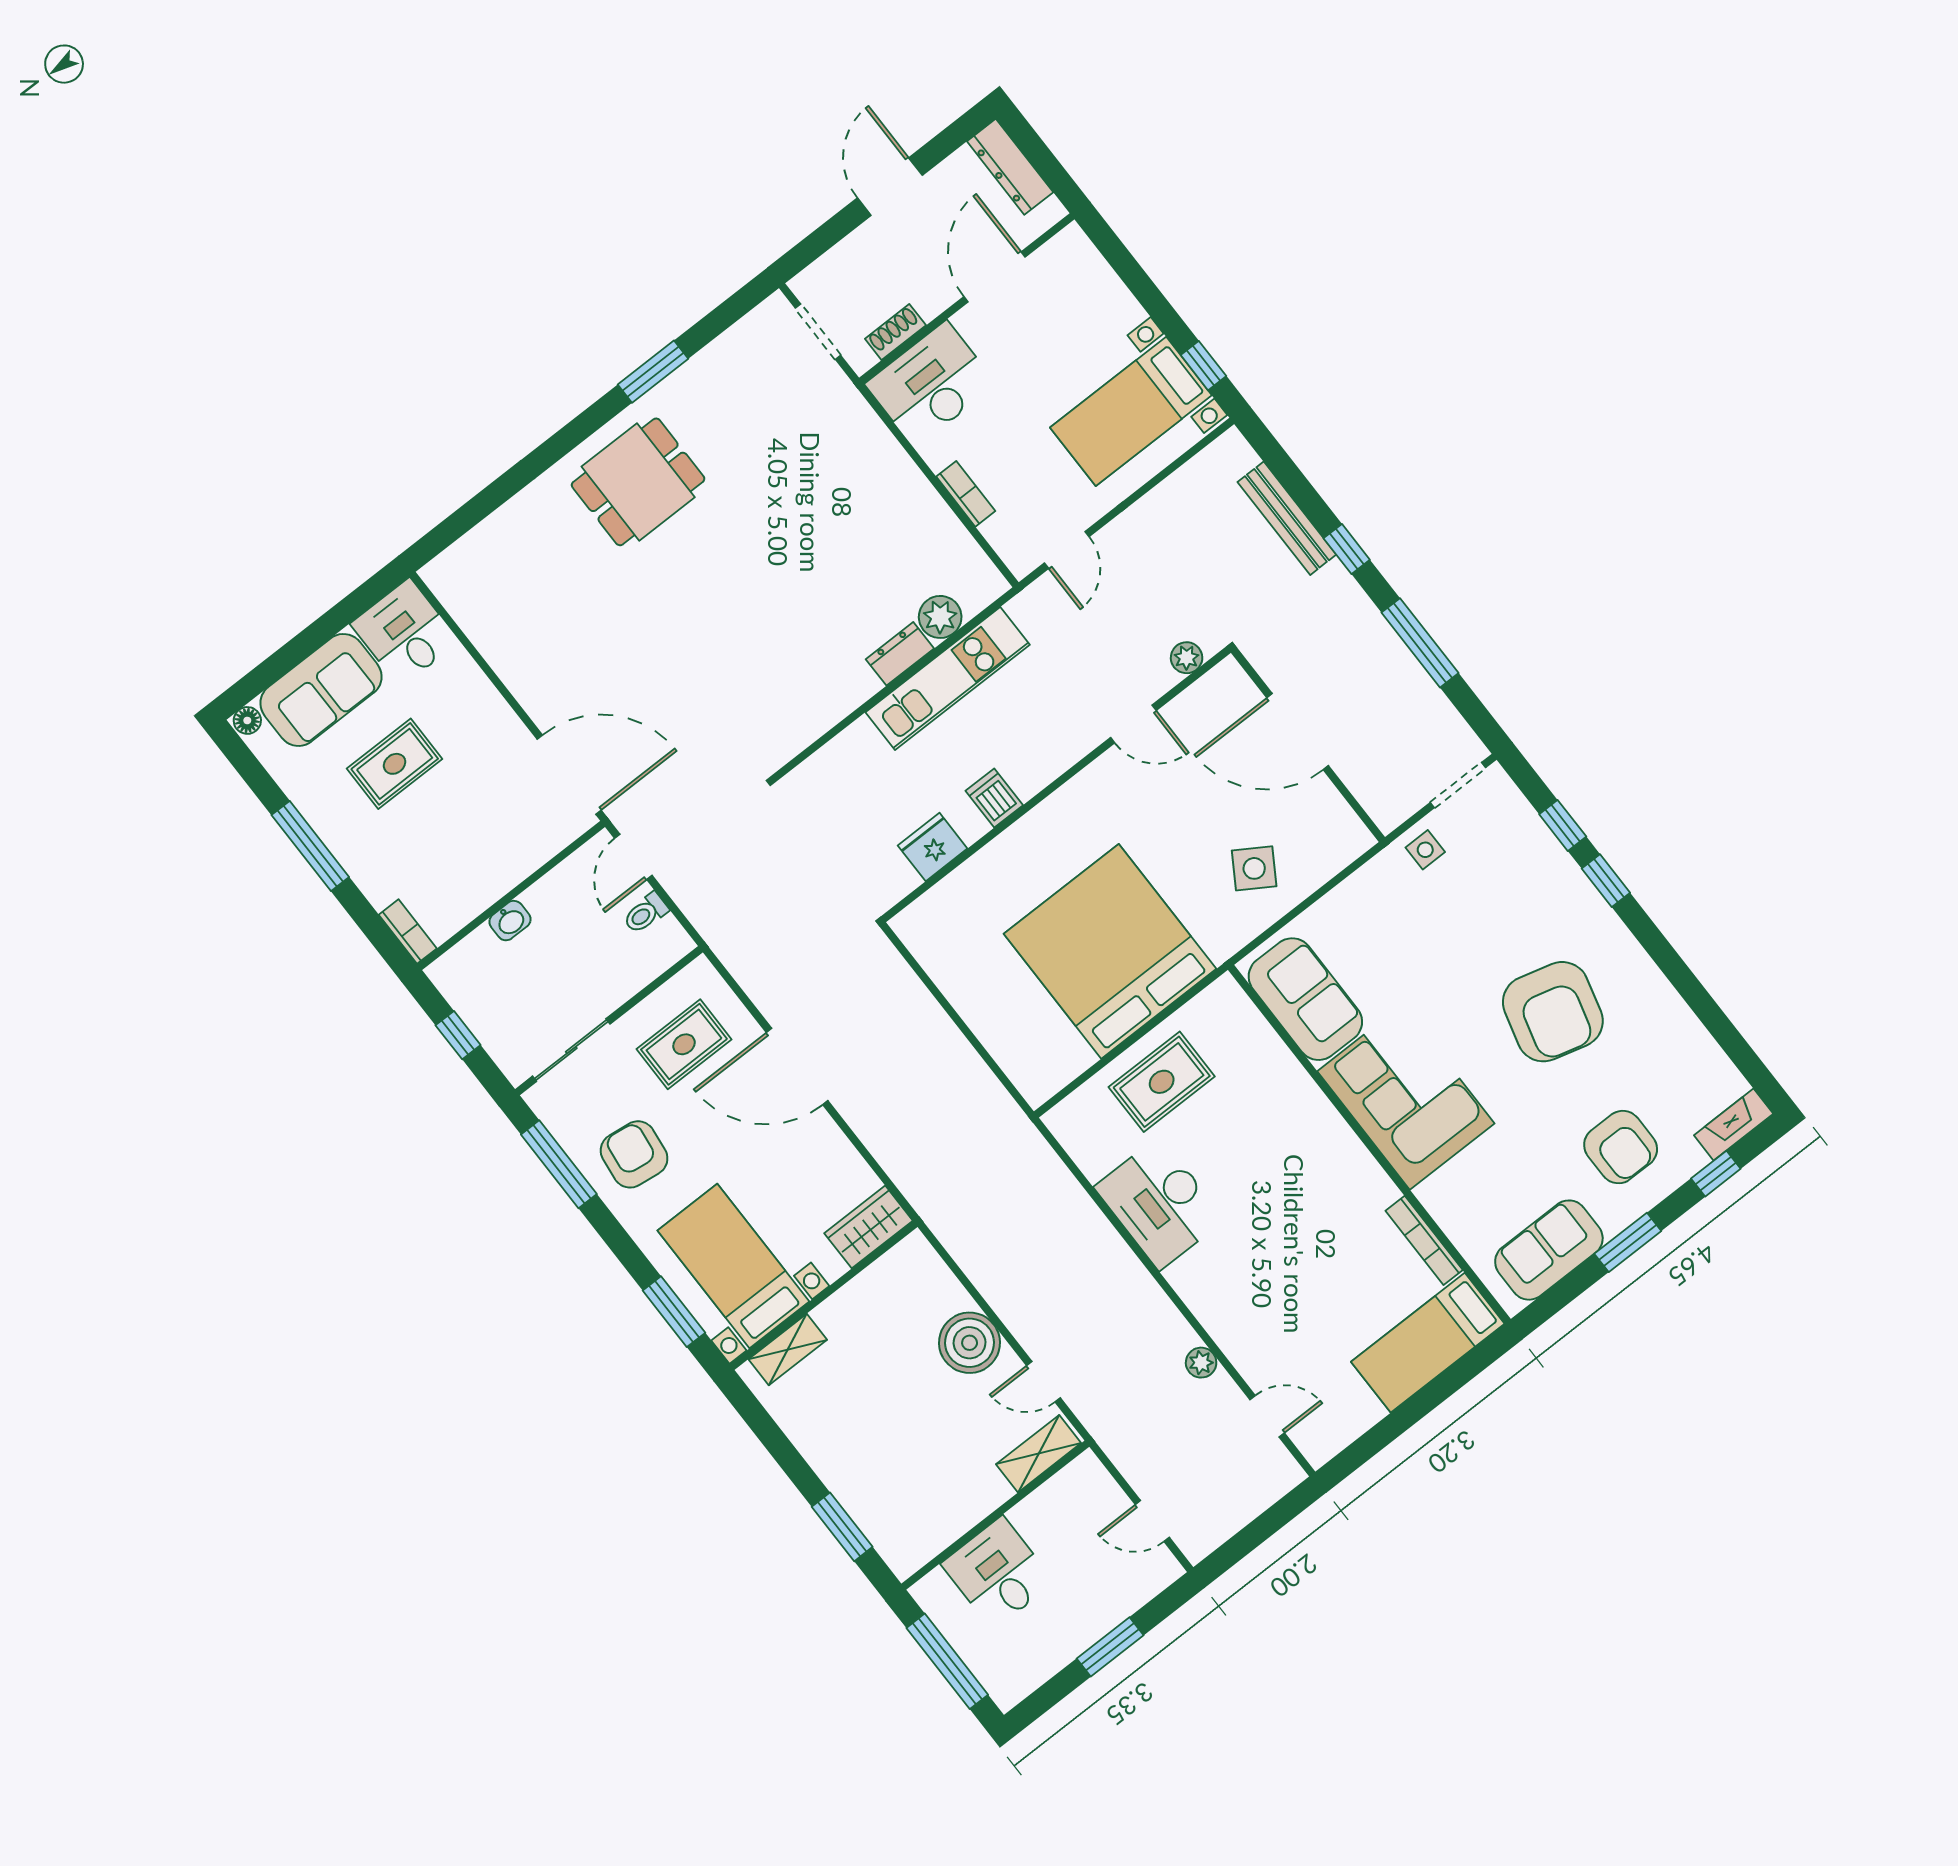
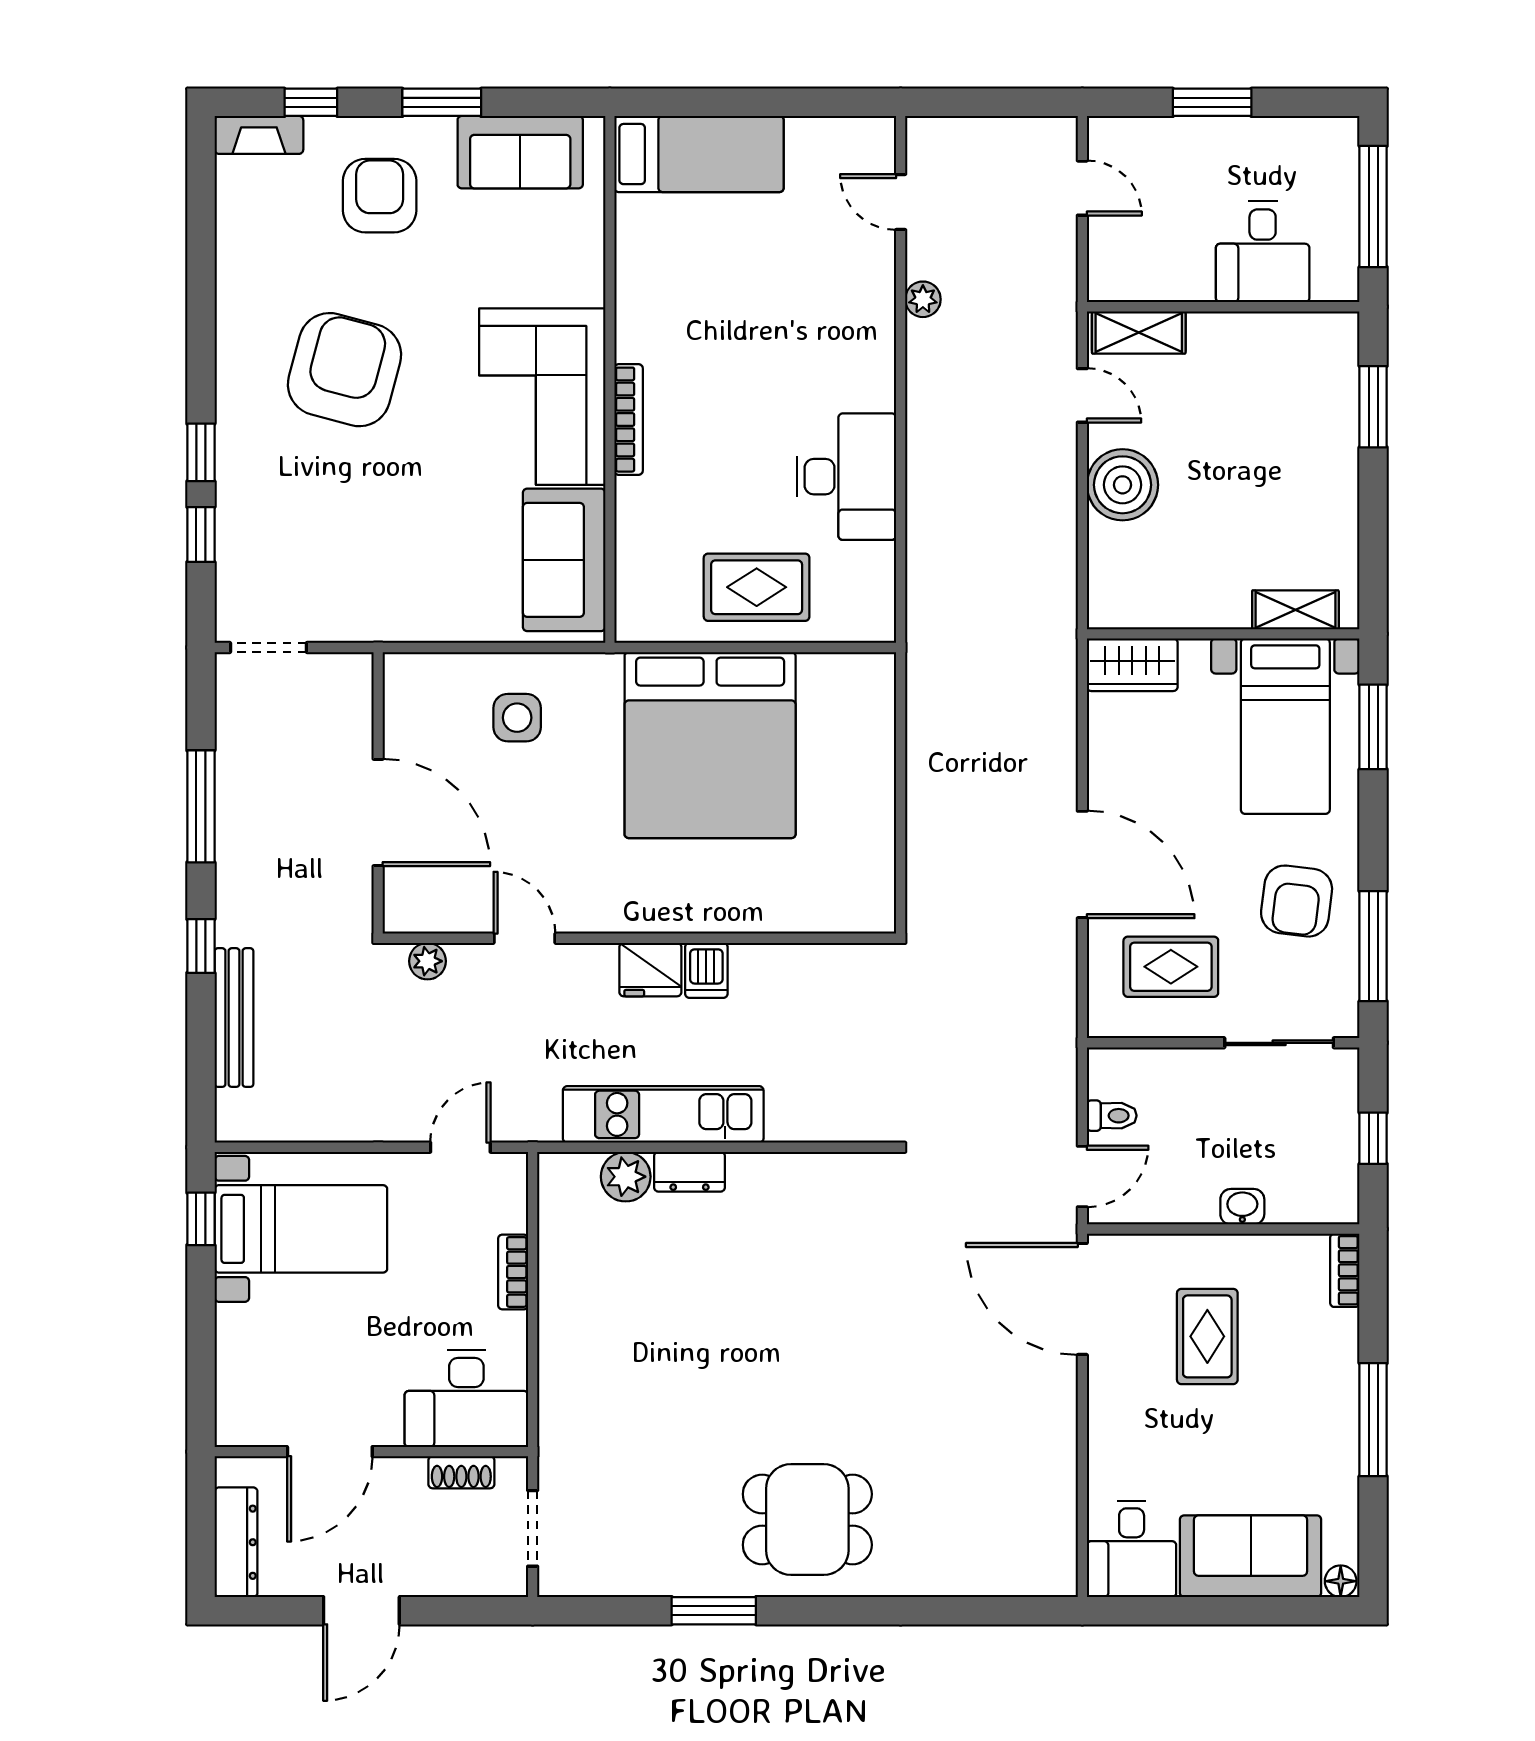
rug: (395, 764) -> (1207, 1336), moved, turned 90
fridge: (933, 847) -> (650, 970), moved
side table: (1425, 850) -> (346, 611), removed
side table: (1254, 868) -> (517, 718), turned -32
bookcase: (1424, 1240) -> (629, 420), moved

